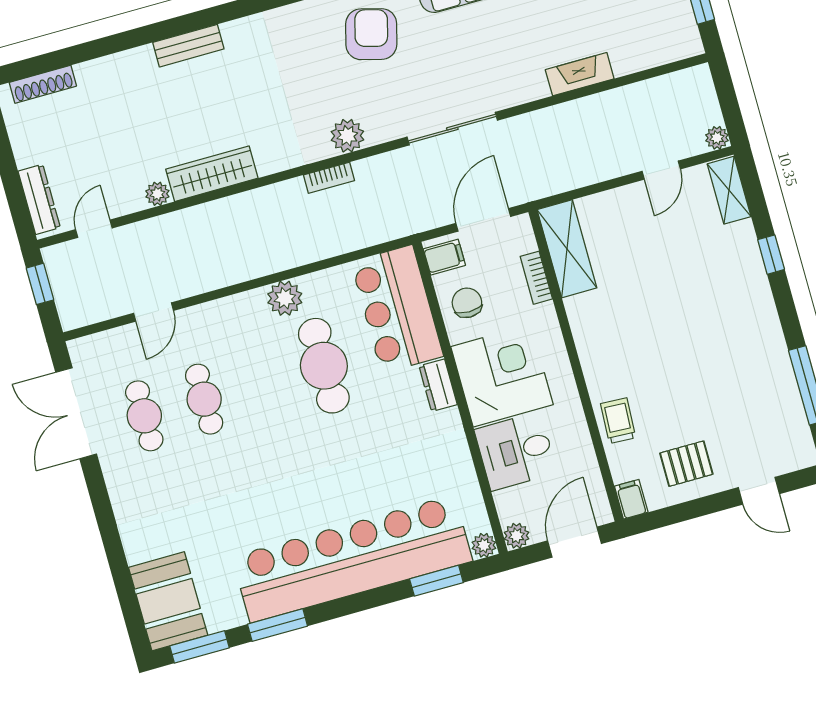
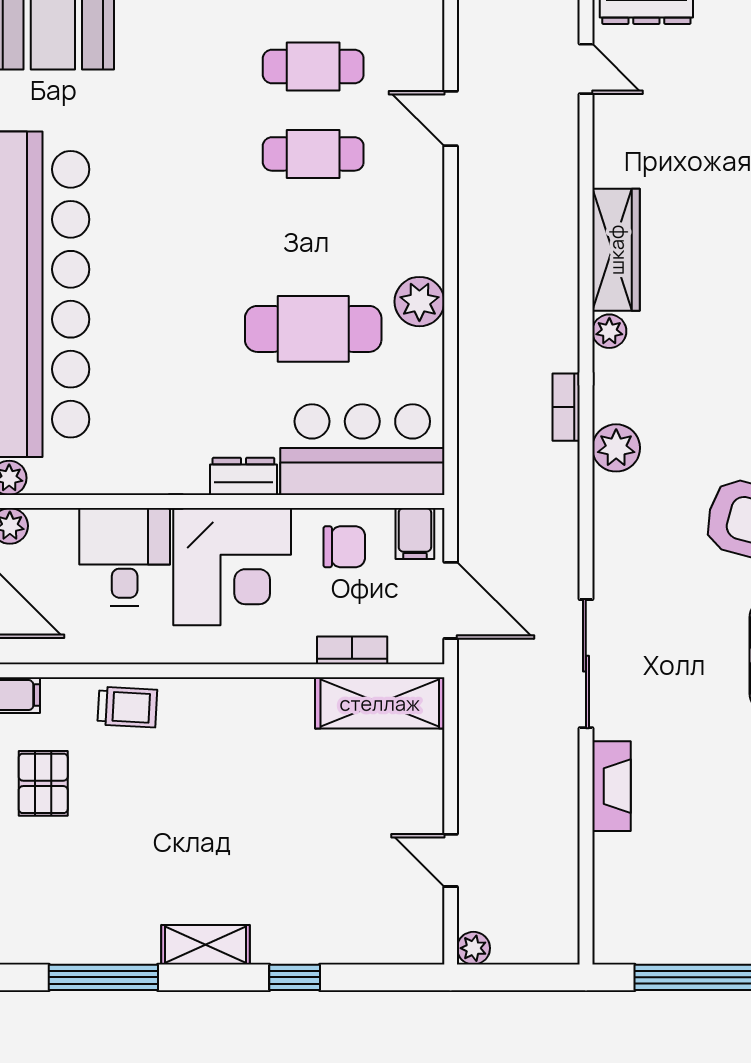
sliding door: (452, 129) -> (586, 664), moved
shelving: (729, 190) -> (206, 945), moved
plant: (157, 194) -> (609, 331), moved

